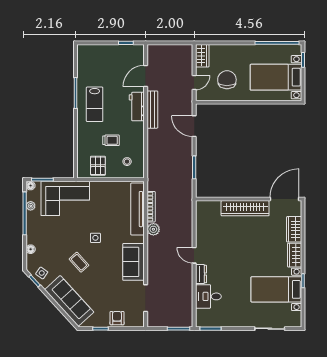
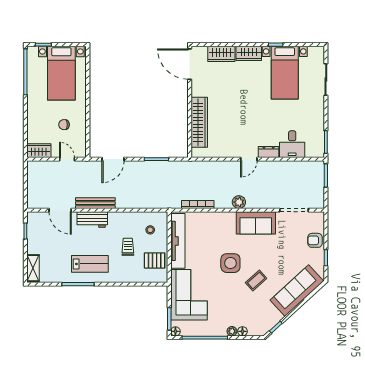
shelving: (91, 50) -> (33, 268), added
chair: (227, 80) -> (64, 125), width x0.54, depth x0.54
plant: (31, 206) -> (232, 331), moved
wardrobe: (245, 208) -> (199, 122), moved
tv unit: (138, 209) -> (178, 241), moved, turned -90
plant: (153, 229) -> (239, 202), moved
side table: (95, 238) -> (230, 263), width x1.87, depth x1.87
side table: (42, 273) -> (267, 320), removed

